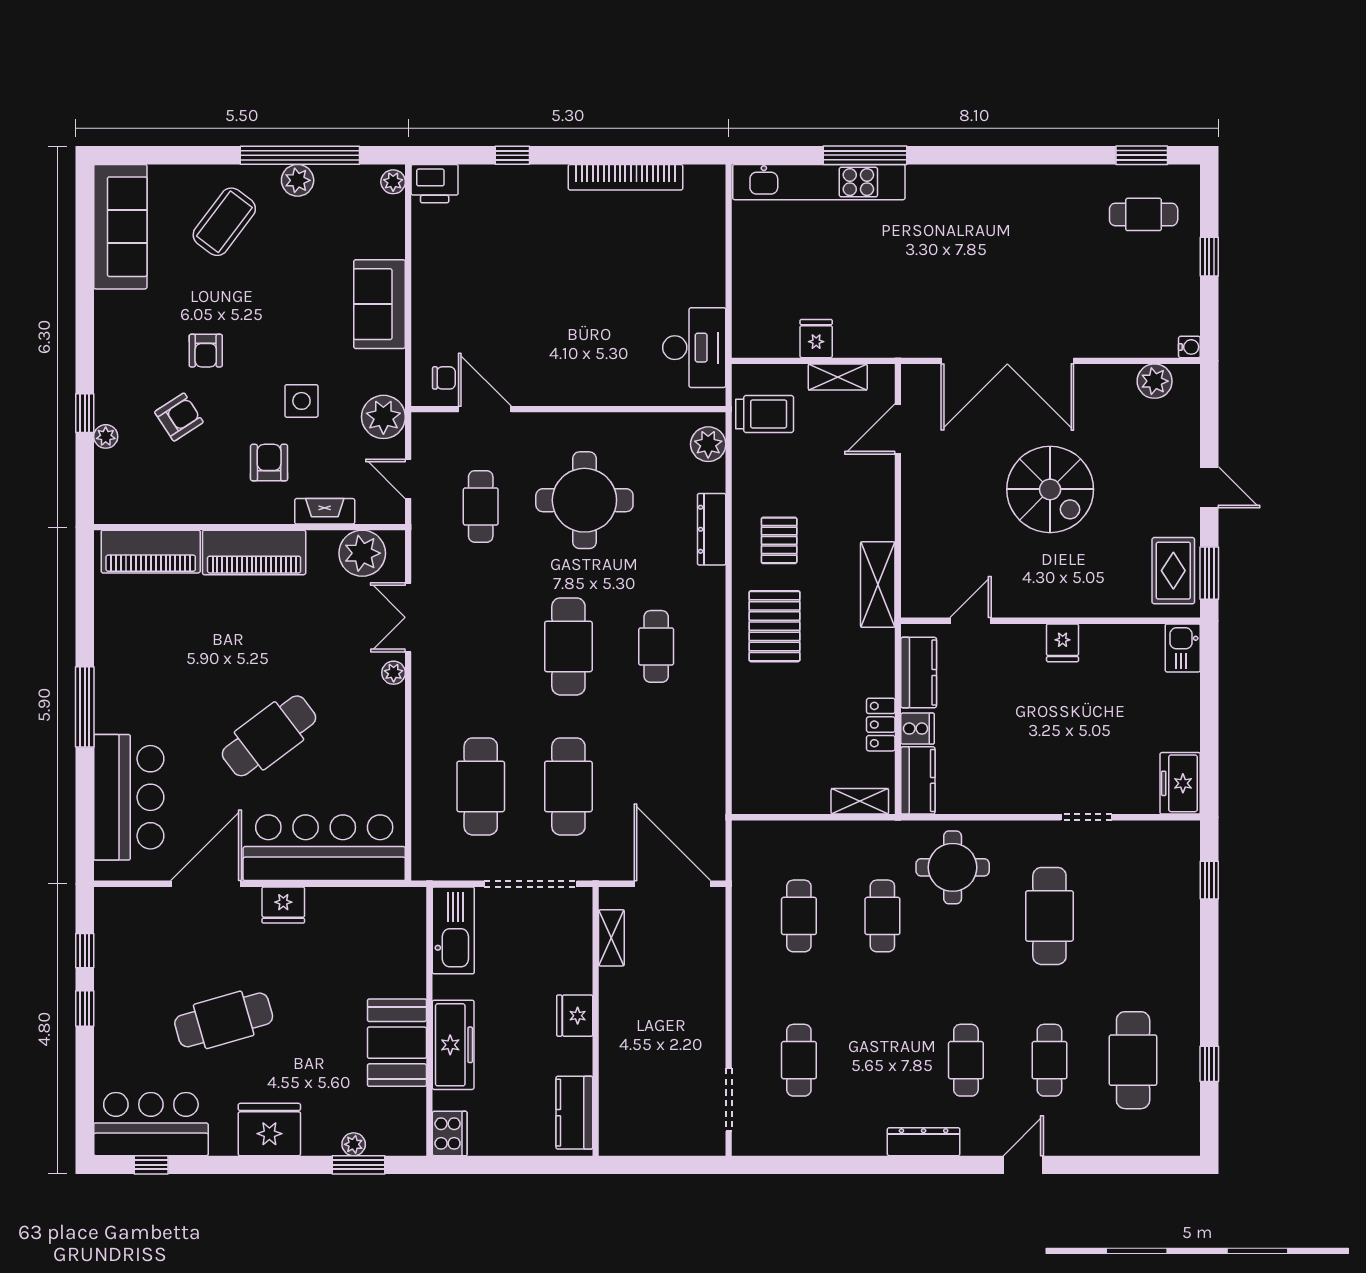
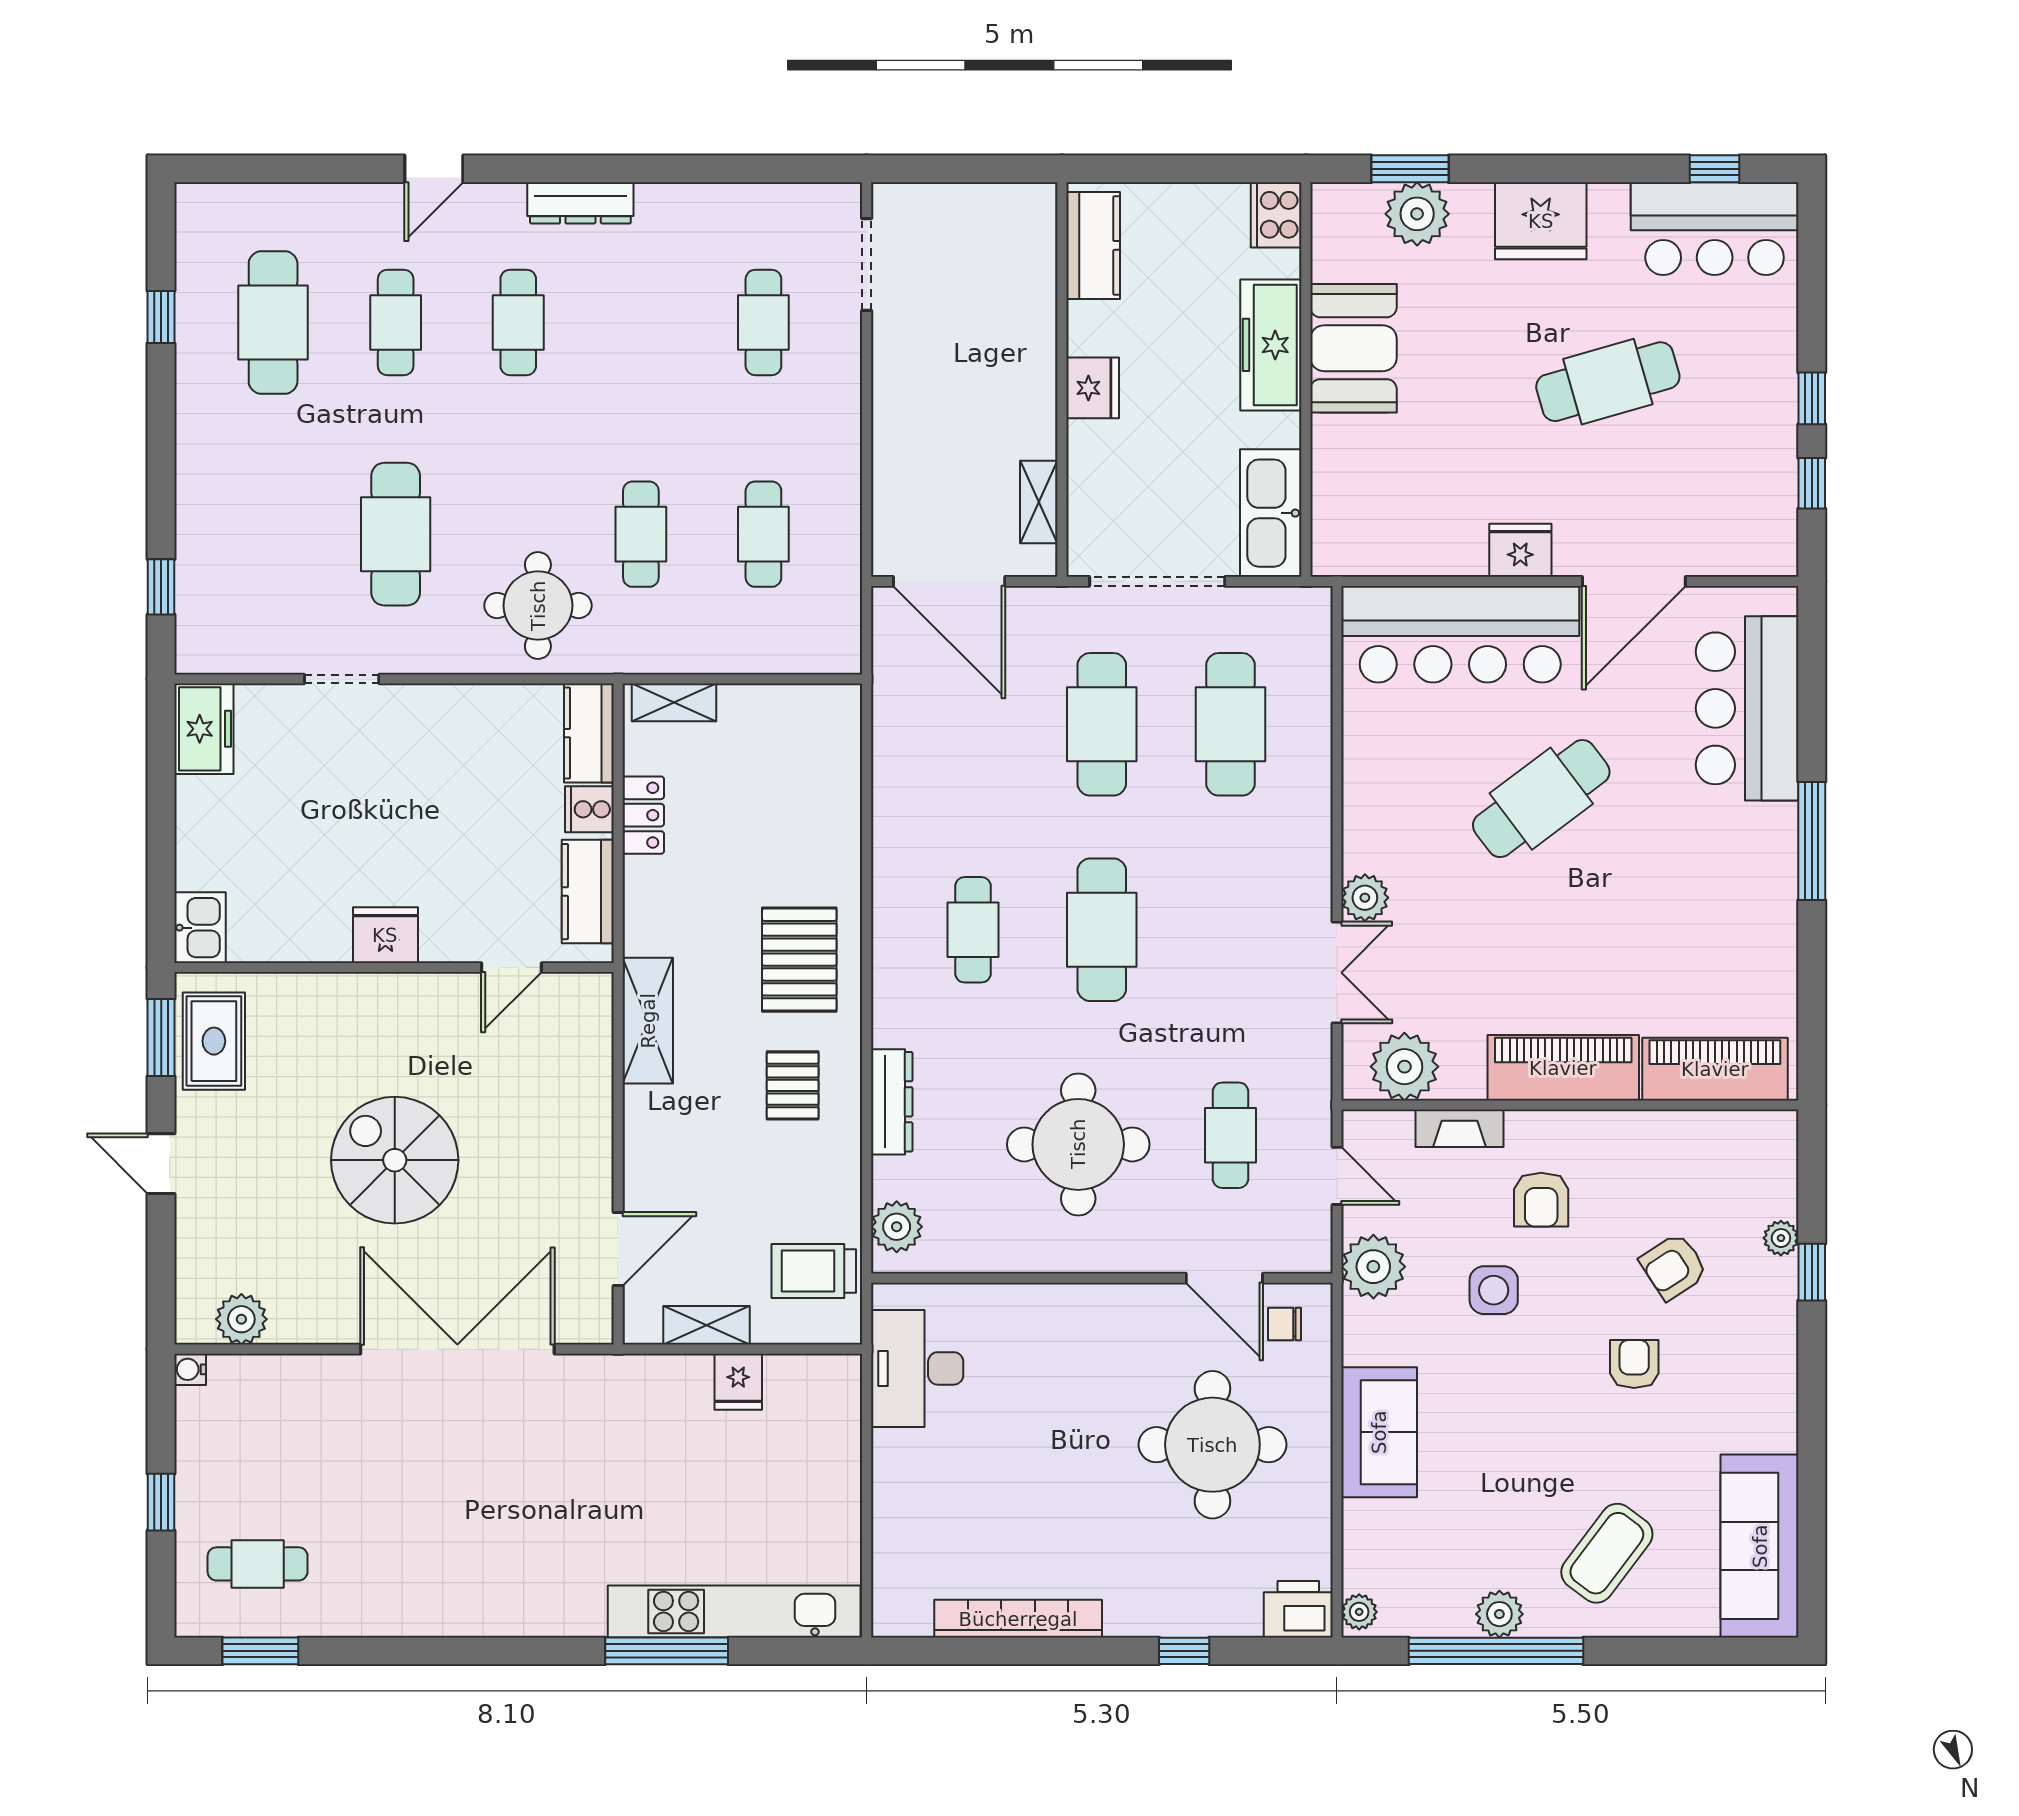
round table: (493, 296) -> (1212, 1445), added
fridge: (1063, 643) -> (385, 935), width x1.38
plant: (394, 673) -> (1365, 898), width x1.38, depth x1.38
plant: (354, 1144) -> (1417, 214), width x1.87, depth x1.87

